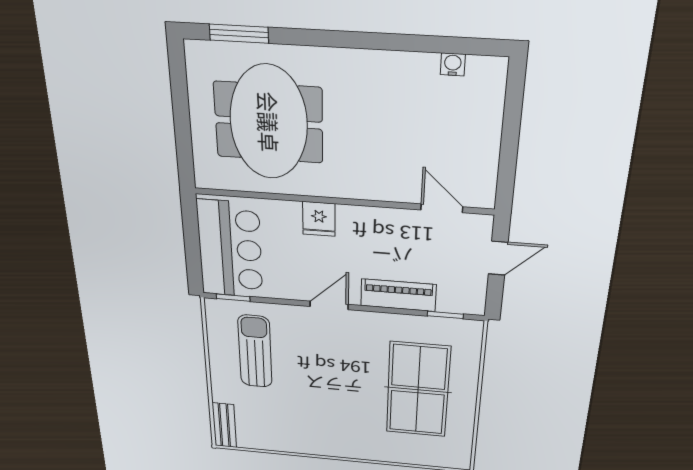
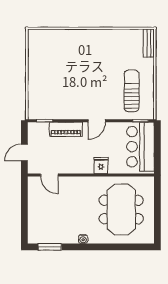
window: (239, 34) -> (50, 247), moved
water cooler: (453, 64) -> (83, 239), moved
sun lounger: (255, 351) -> (132, 91), turned 180
table tennis table: (418, 390) -> (55, 77), removed

